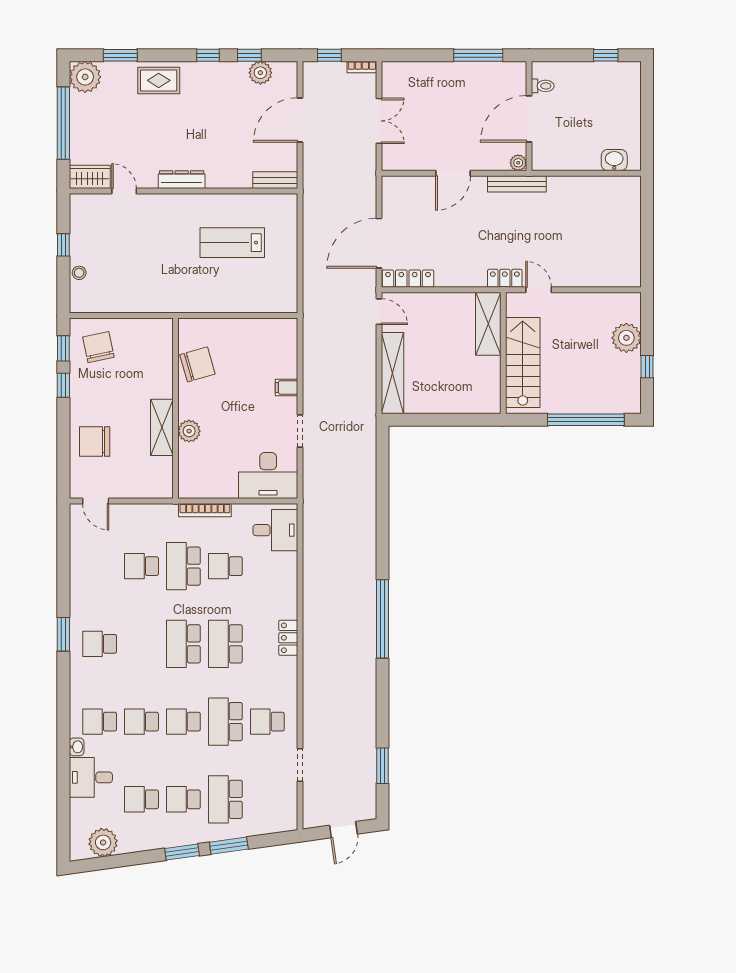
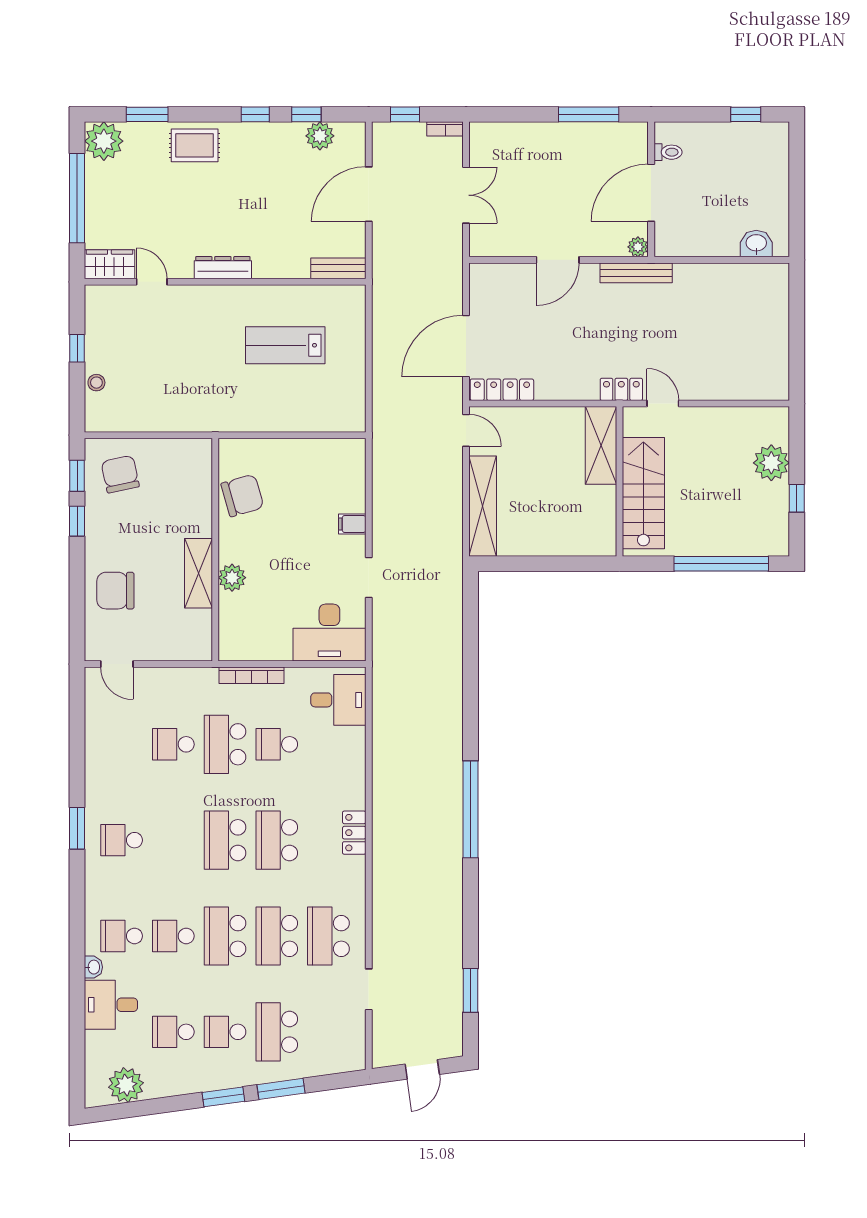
school desk: (183, 722) -> (225, 936), width x1.85
school desk: (267, 722) -> (328, 936), width x1.85

